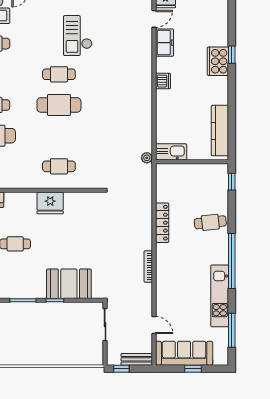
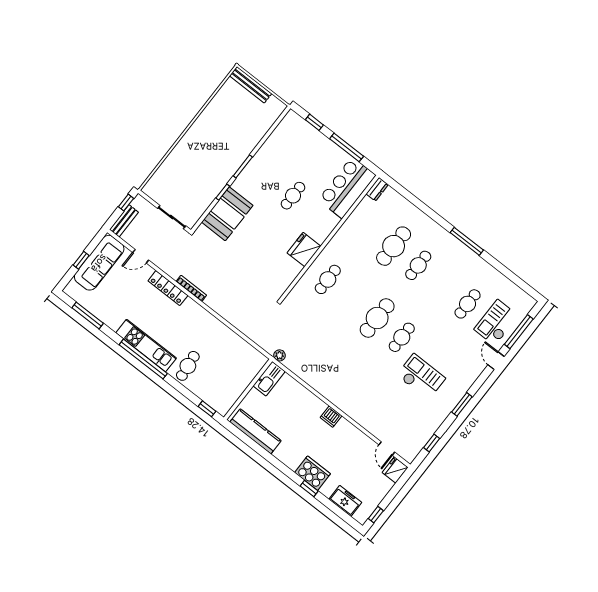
freezer: (164, 43) -> (345, 501), moved, turned 180
locker: (162, 223) -> (168, 288), moved
kitchen unit: (220, 296) -> (146, 346), moved

